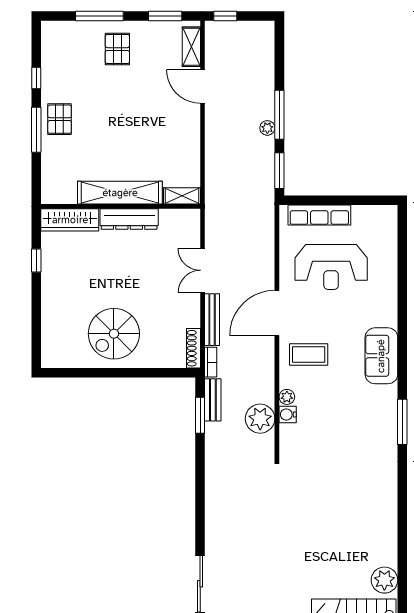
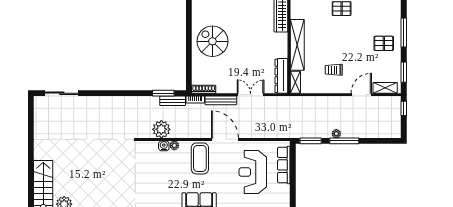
trolley: (161, 132) -> (334, 70), added
dresser: (129, 219) -> (281, 76), moved
coffee table: (309, 355) -> (200, 158), width x1.36, depth x1.32

